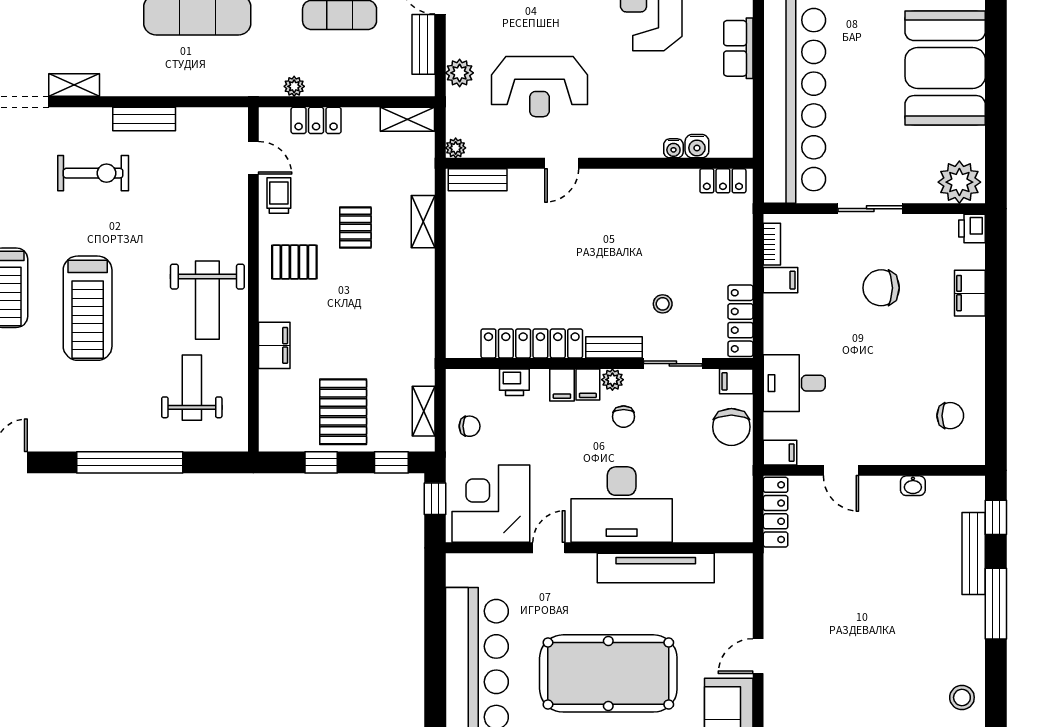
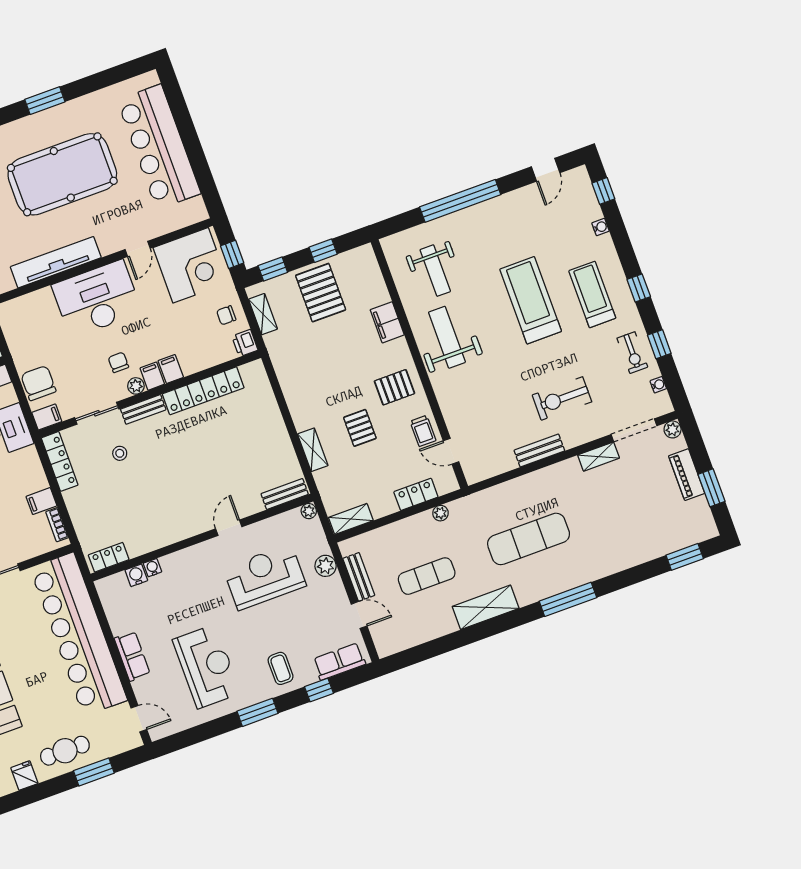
printer: (514, 382) -> (245, 343), moved, turned -90

